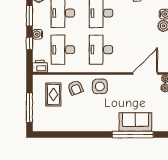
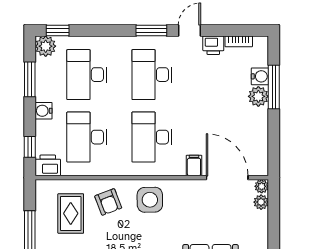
window: (29, 43) -> (30, 147), moved
filing cabinet: (126, 66) -> (194, 166), added
door: (145, 73) -> (227, 178), hinge flipped

